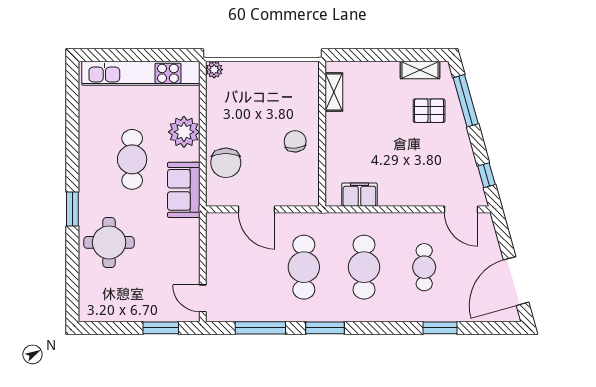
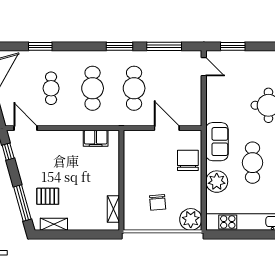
plant: (214, 70) -> (191, 219), width x1.87, depth x1.87
chair: (295, 141) -> (158, 202), moved

